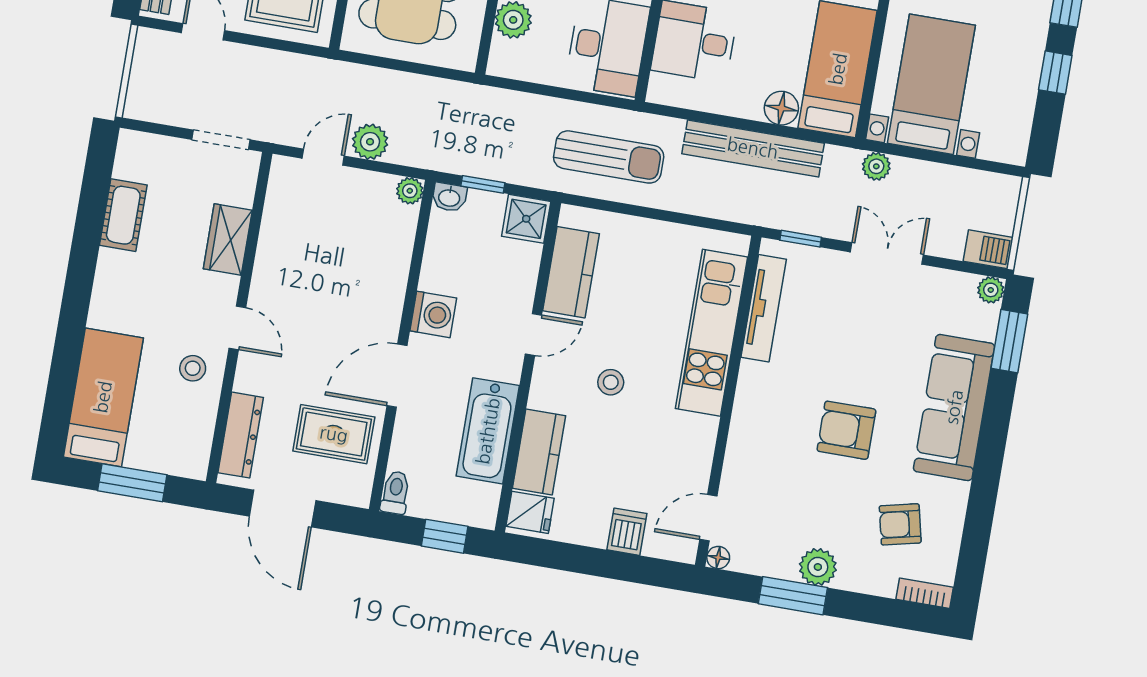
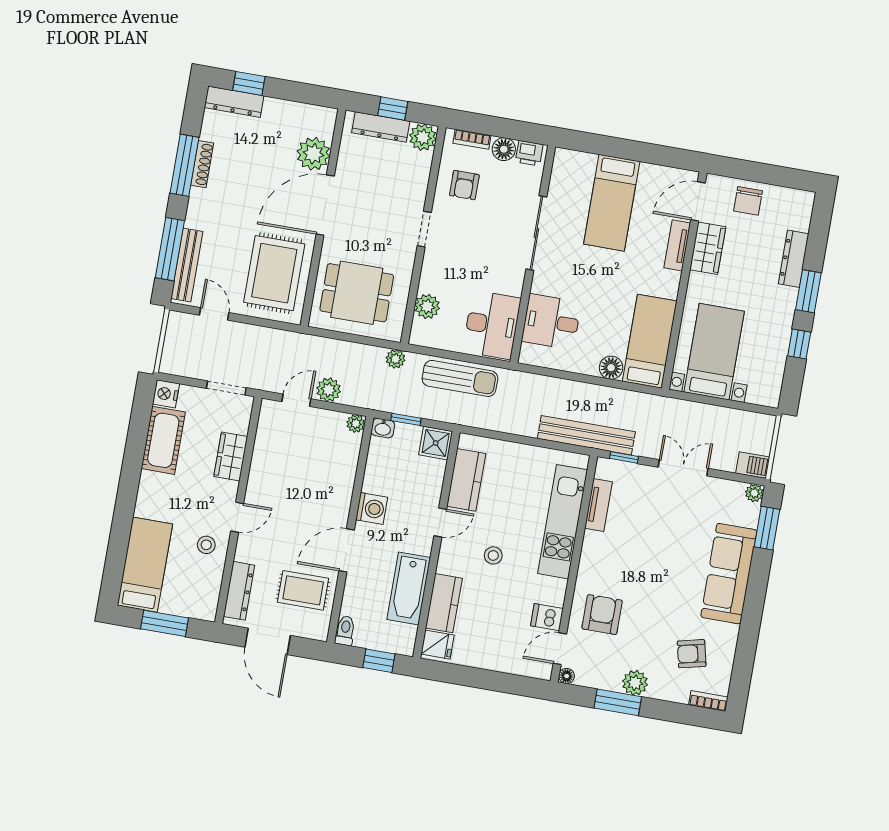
nightstand: (133, 148) -> (166, 394), added
bench: (753, 148) -> (586, 435), moved
sun lounger: (609, 157) -> (460, 378), moved
plant: (876, 166) -> (396, 359), moved
cot: (123, 215) -> (163, 440), width x1.37, depth x1.34
tv unit: (764, 308) -> (598, 505), width x0.71
door: (237, 328) -> (237, 517), hinge flipped
armchair: (846, 430) -> (602, 615), moved, turned 90
dishwasher: (627, 532) -> (547, 617), moved, turned -90

